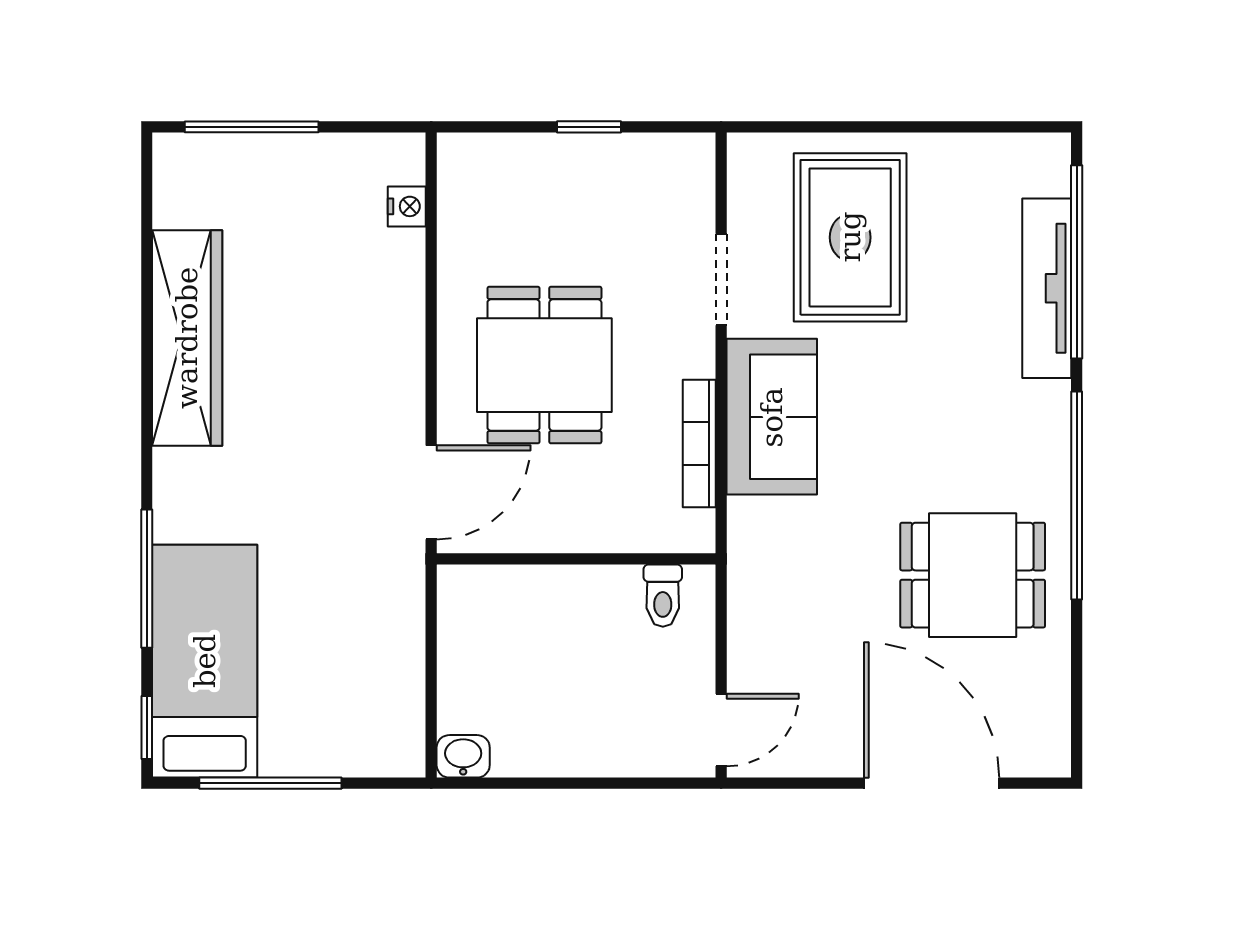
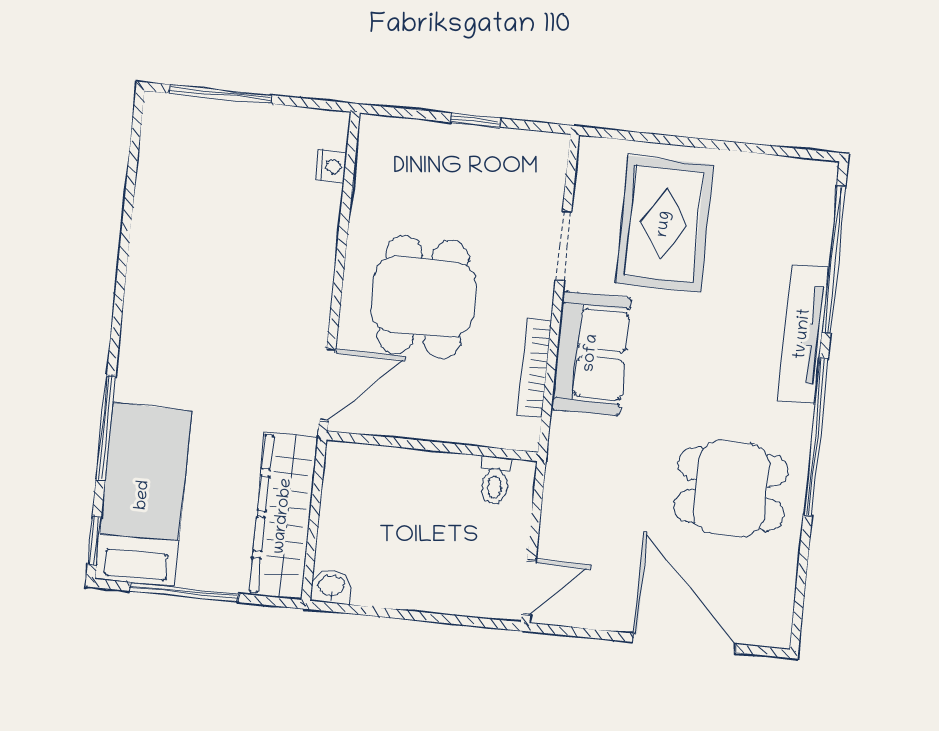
tv unit: (1047, 288) -> (803, 334), moved
wardrobe: (187, 338) -> (283, 516), moved, turned 180

